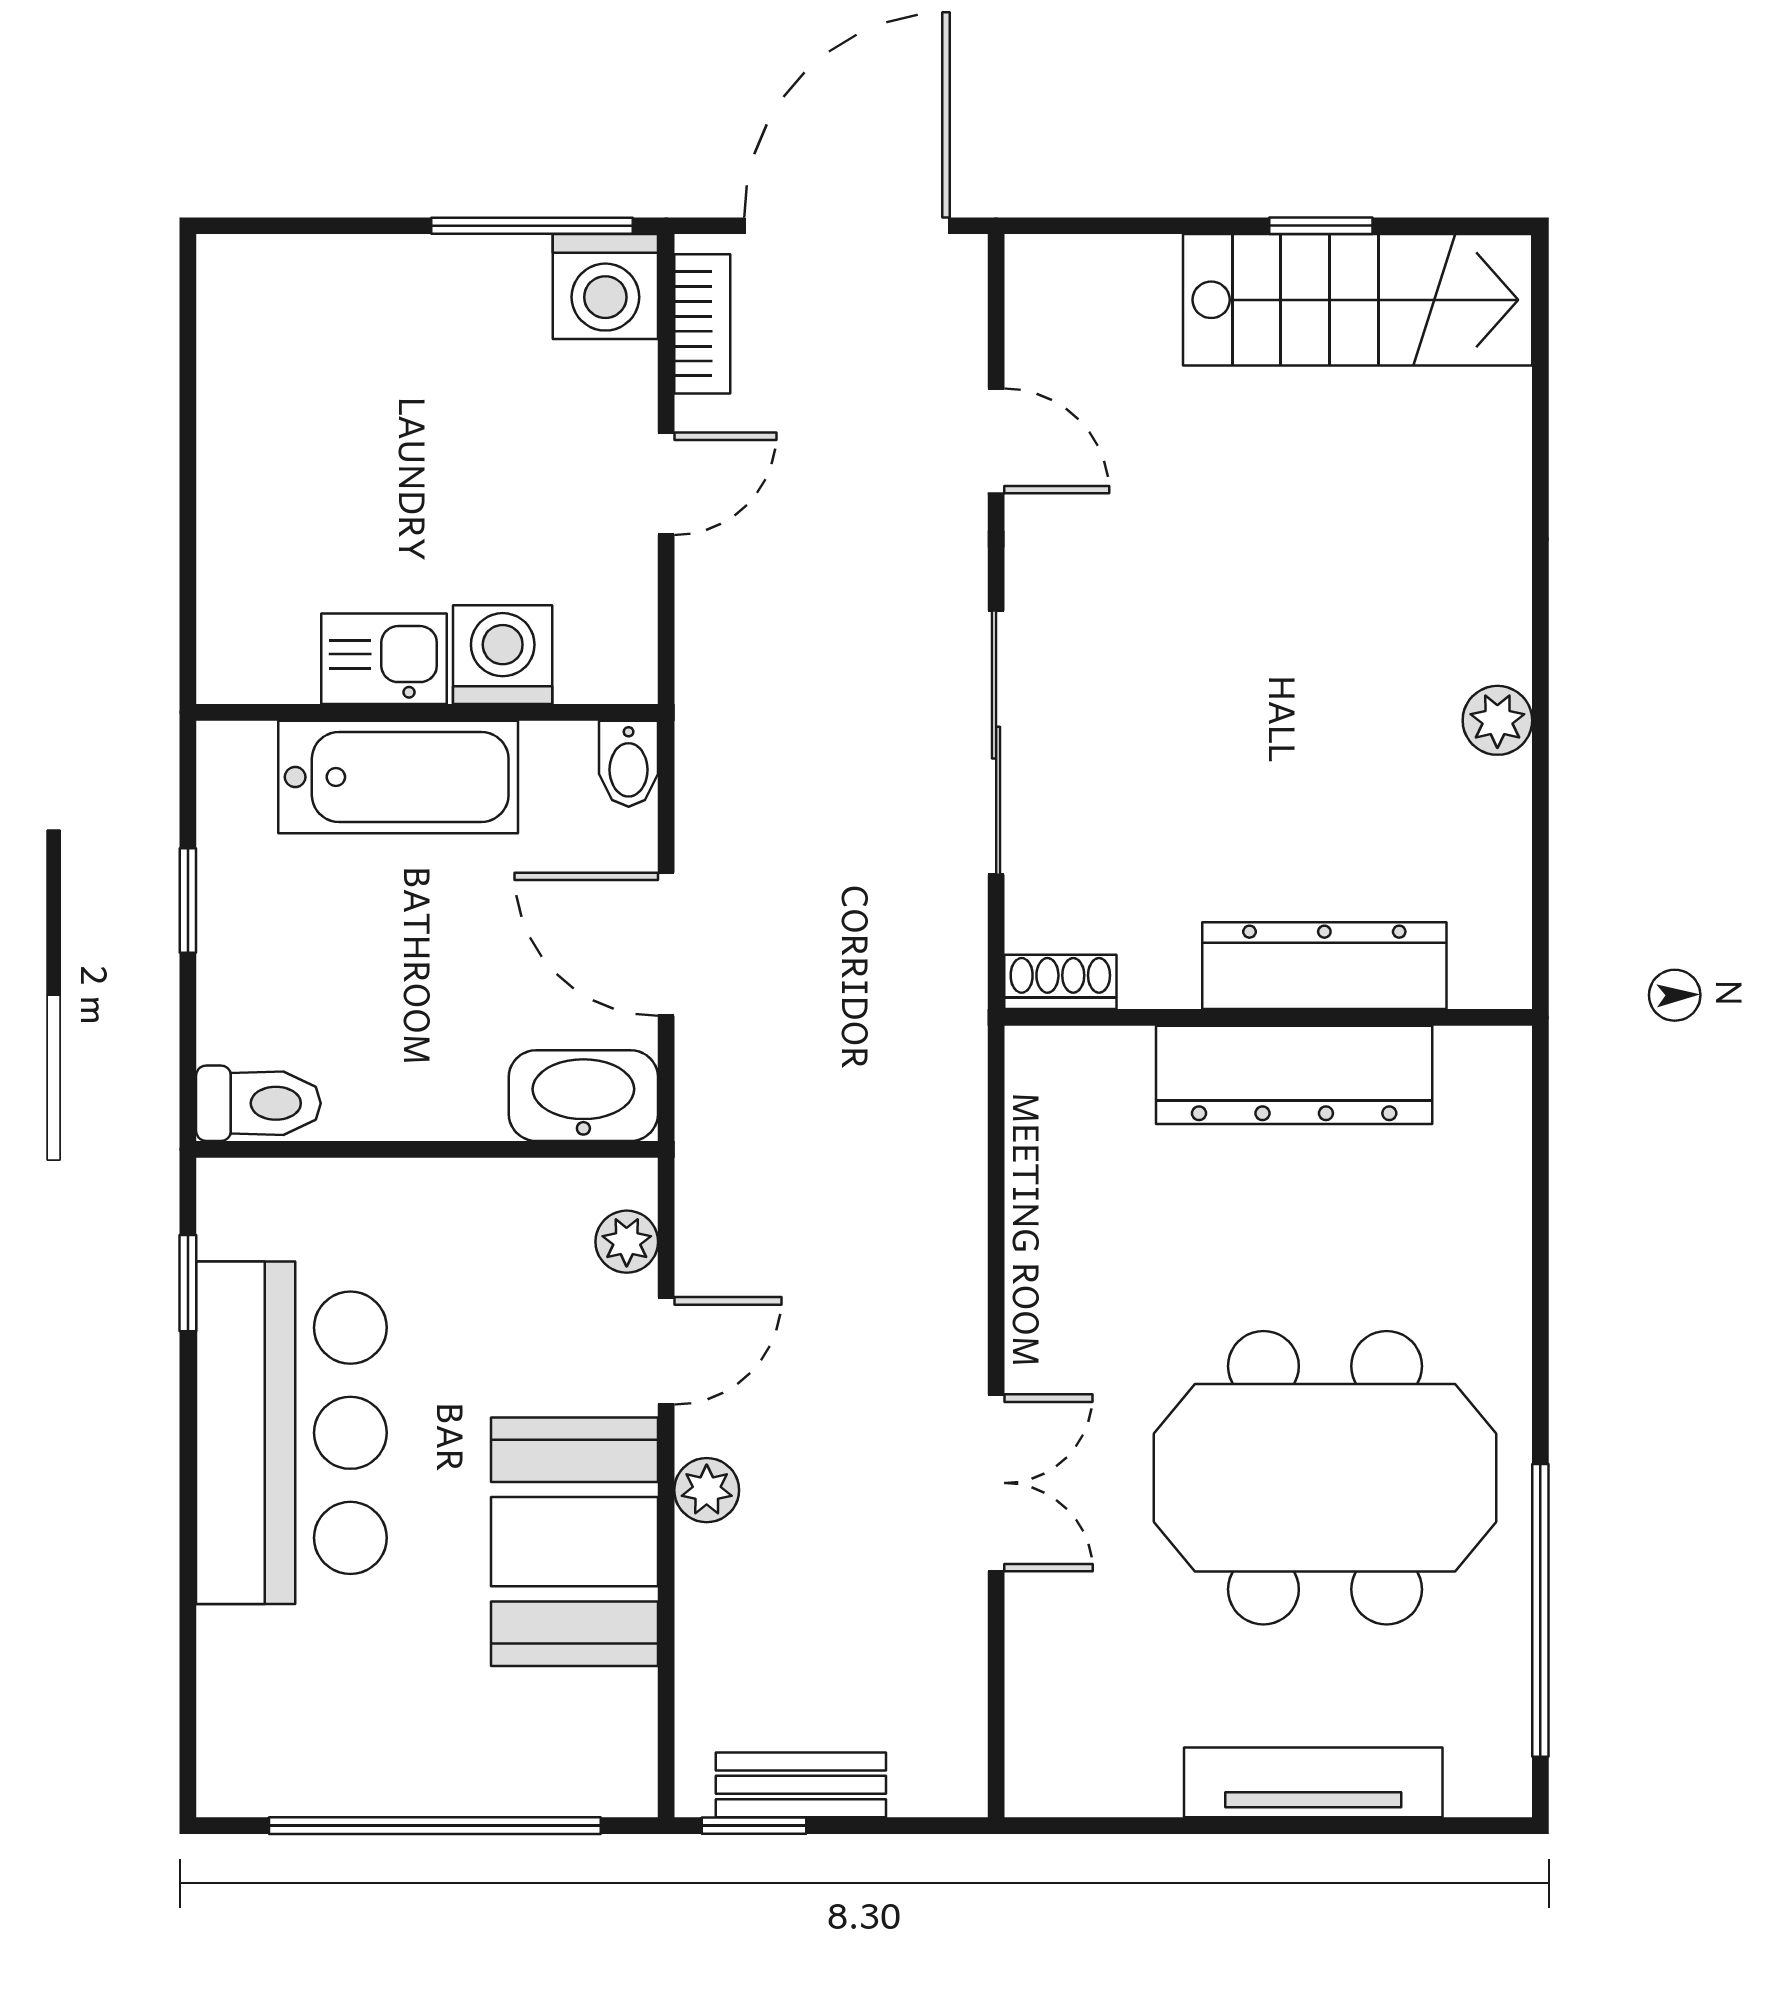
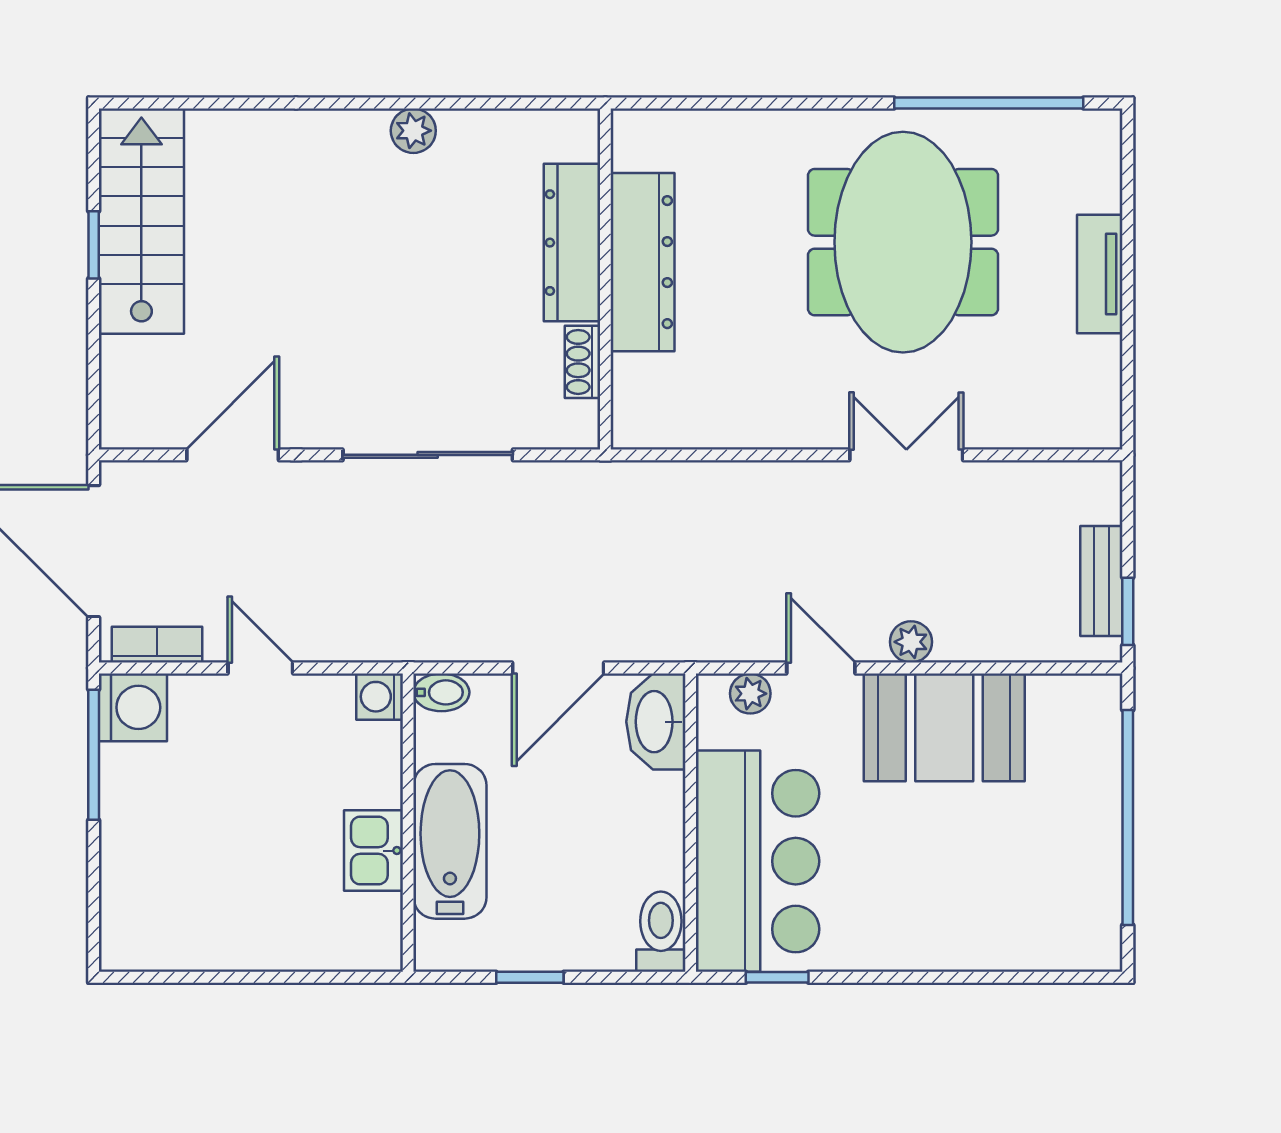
door: (996, 441) -> (233, 455), width x1.37
washing machine: (503, 655) -> (380, 697), moved, width x0.73, depth x0.73
shoe rack: (1060, 982) -> (582, 362), moved
bar counter: (291, 1433) -> (758, 861), moved, turned 90
tv unit: (1313, 1782) -> (1100, 274), width x0.71

